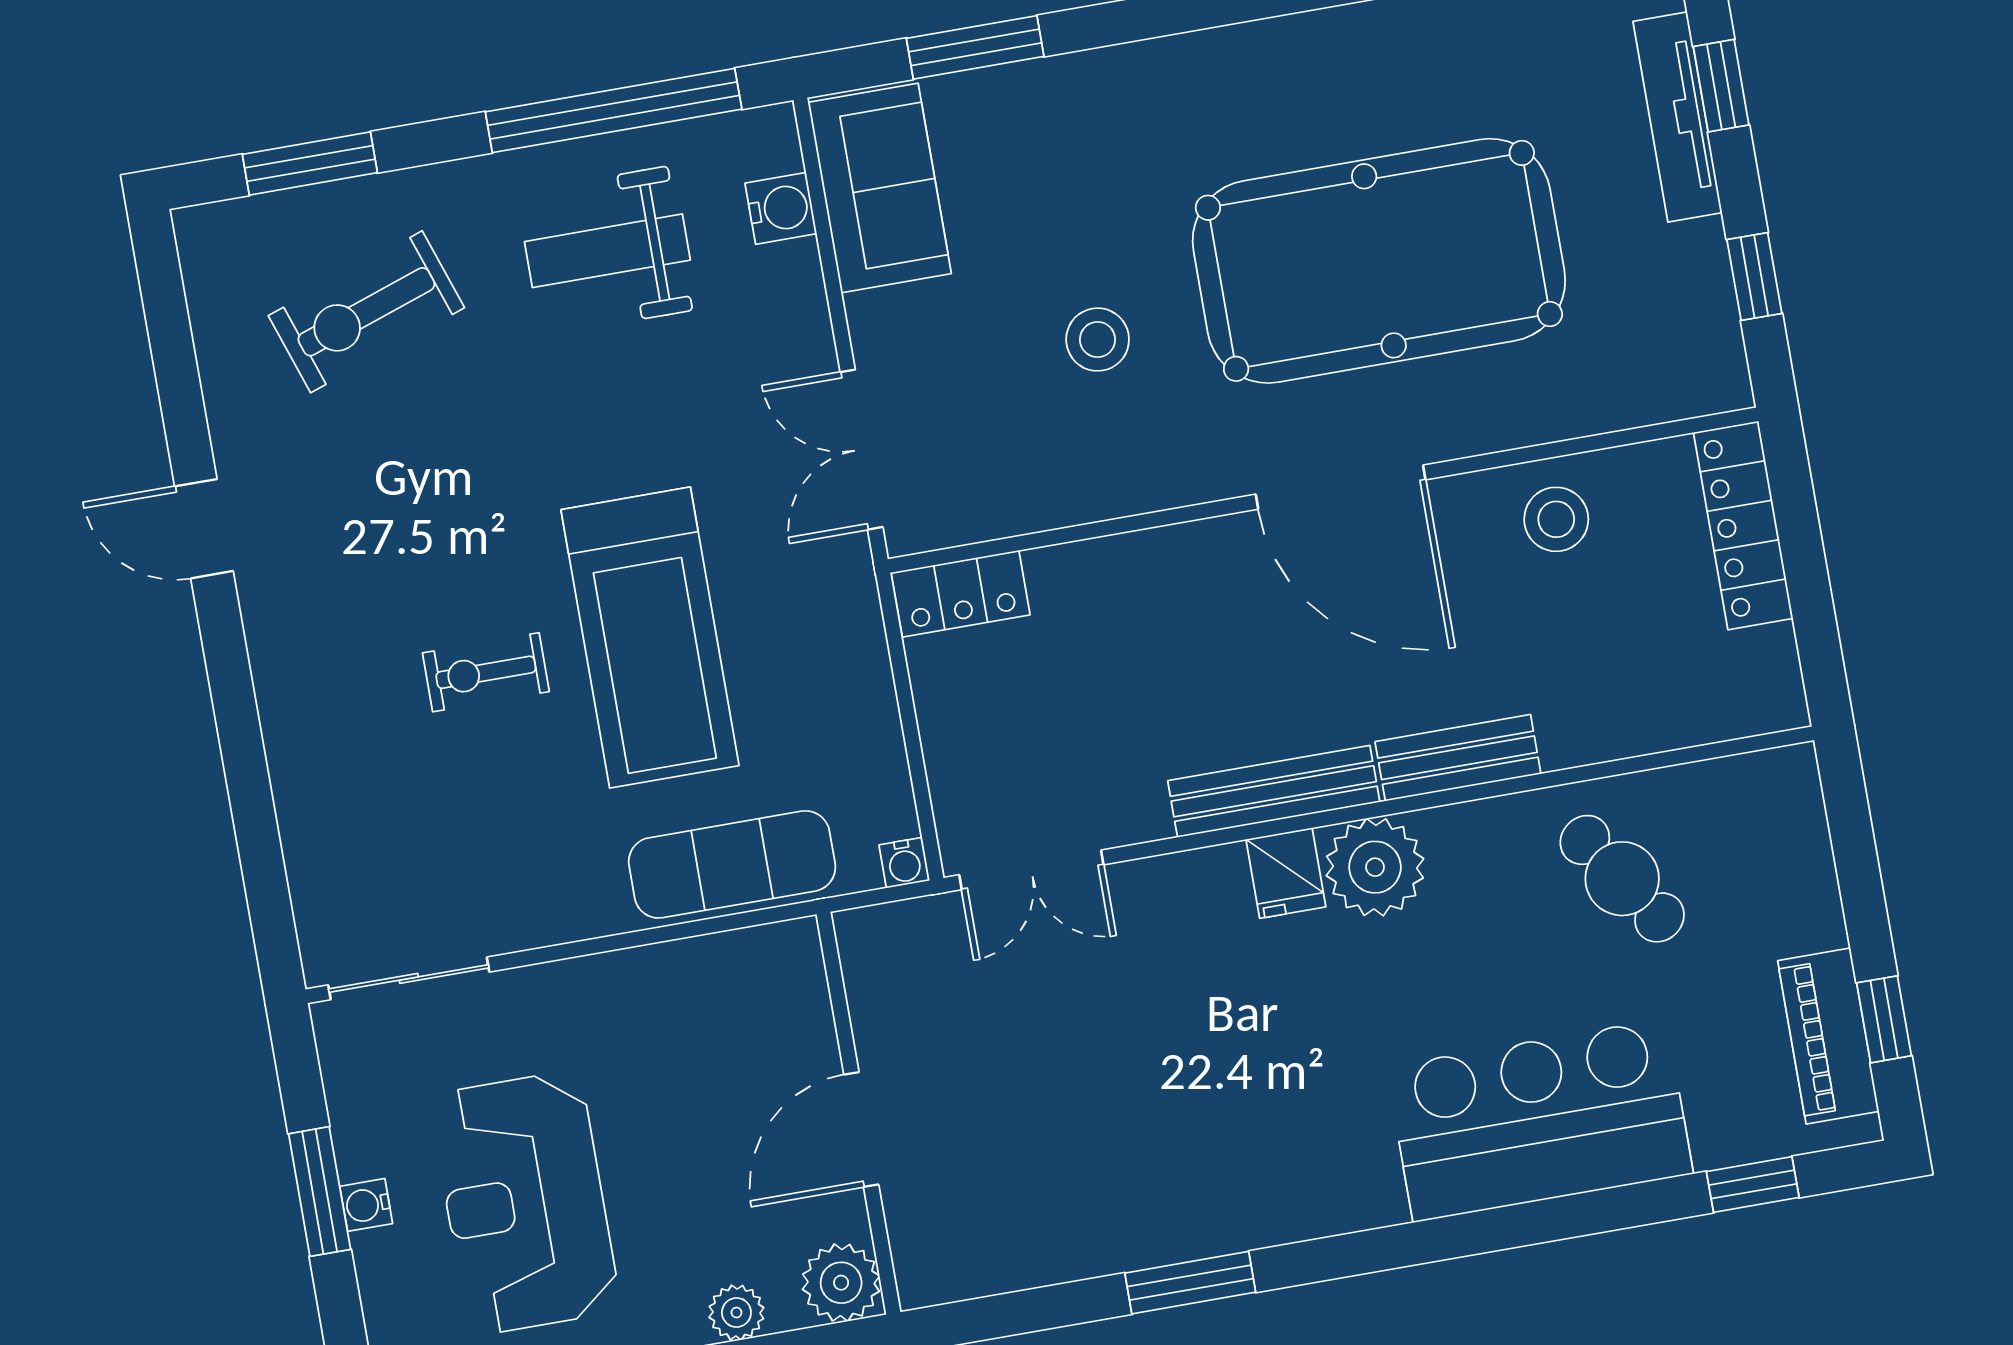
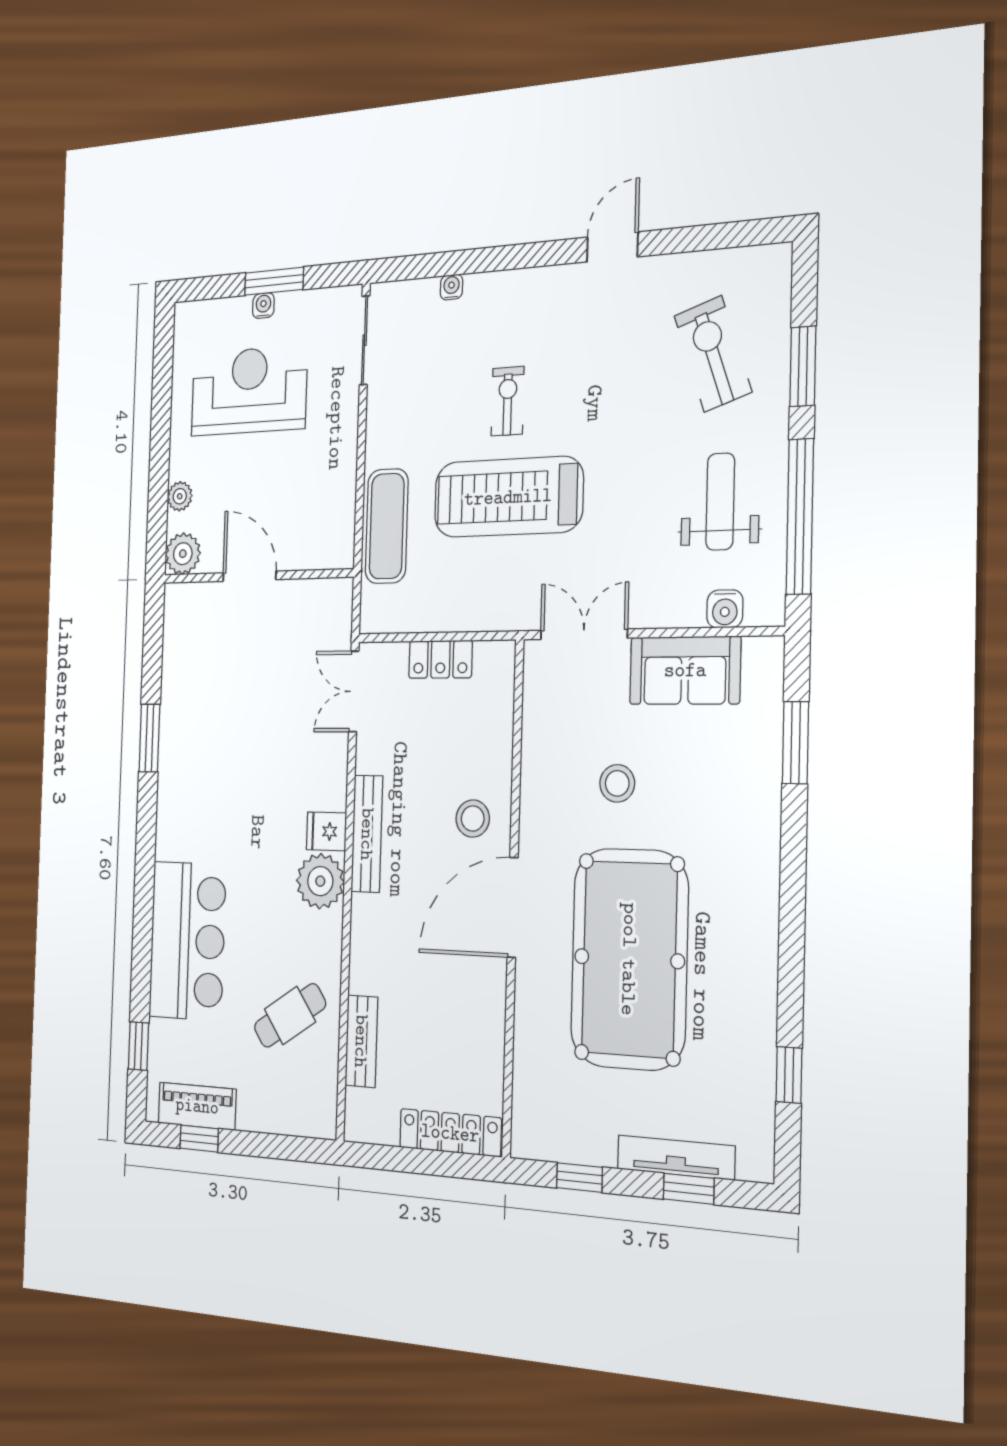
window: (310, 163) -> (803, 366), moved
sofa: (880, 188) -> (685, 670), moved
stool: (1556, 519) -> (473, 819), moved
locker: (961, 594) -> (440, 659), moved, turned -90
bench: (1458, 758) -> (361, 1041), moved
water cooler: (904, 863) -> (451, 287), moved, turned 90

